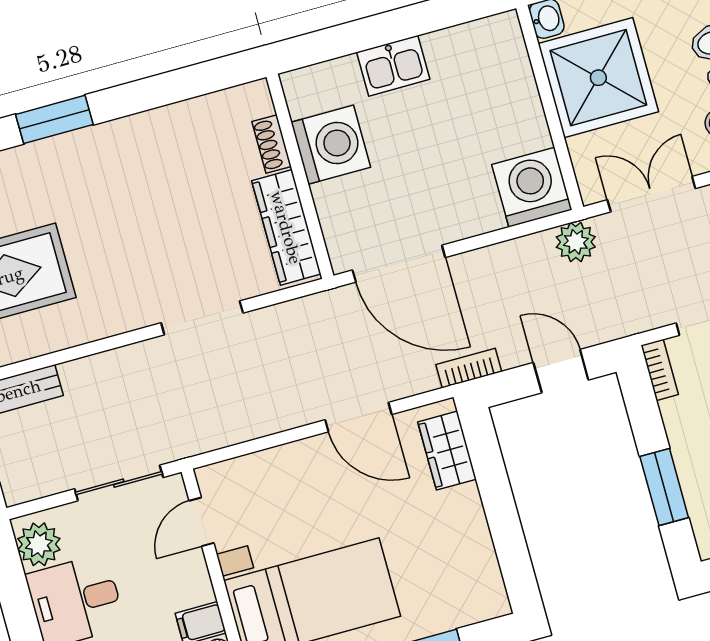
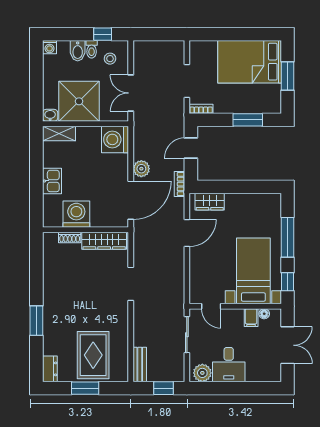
shelving: (510, 52) -> (59, 133), added
plant: (576, 242) -> (141, 169), moved

